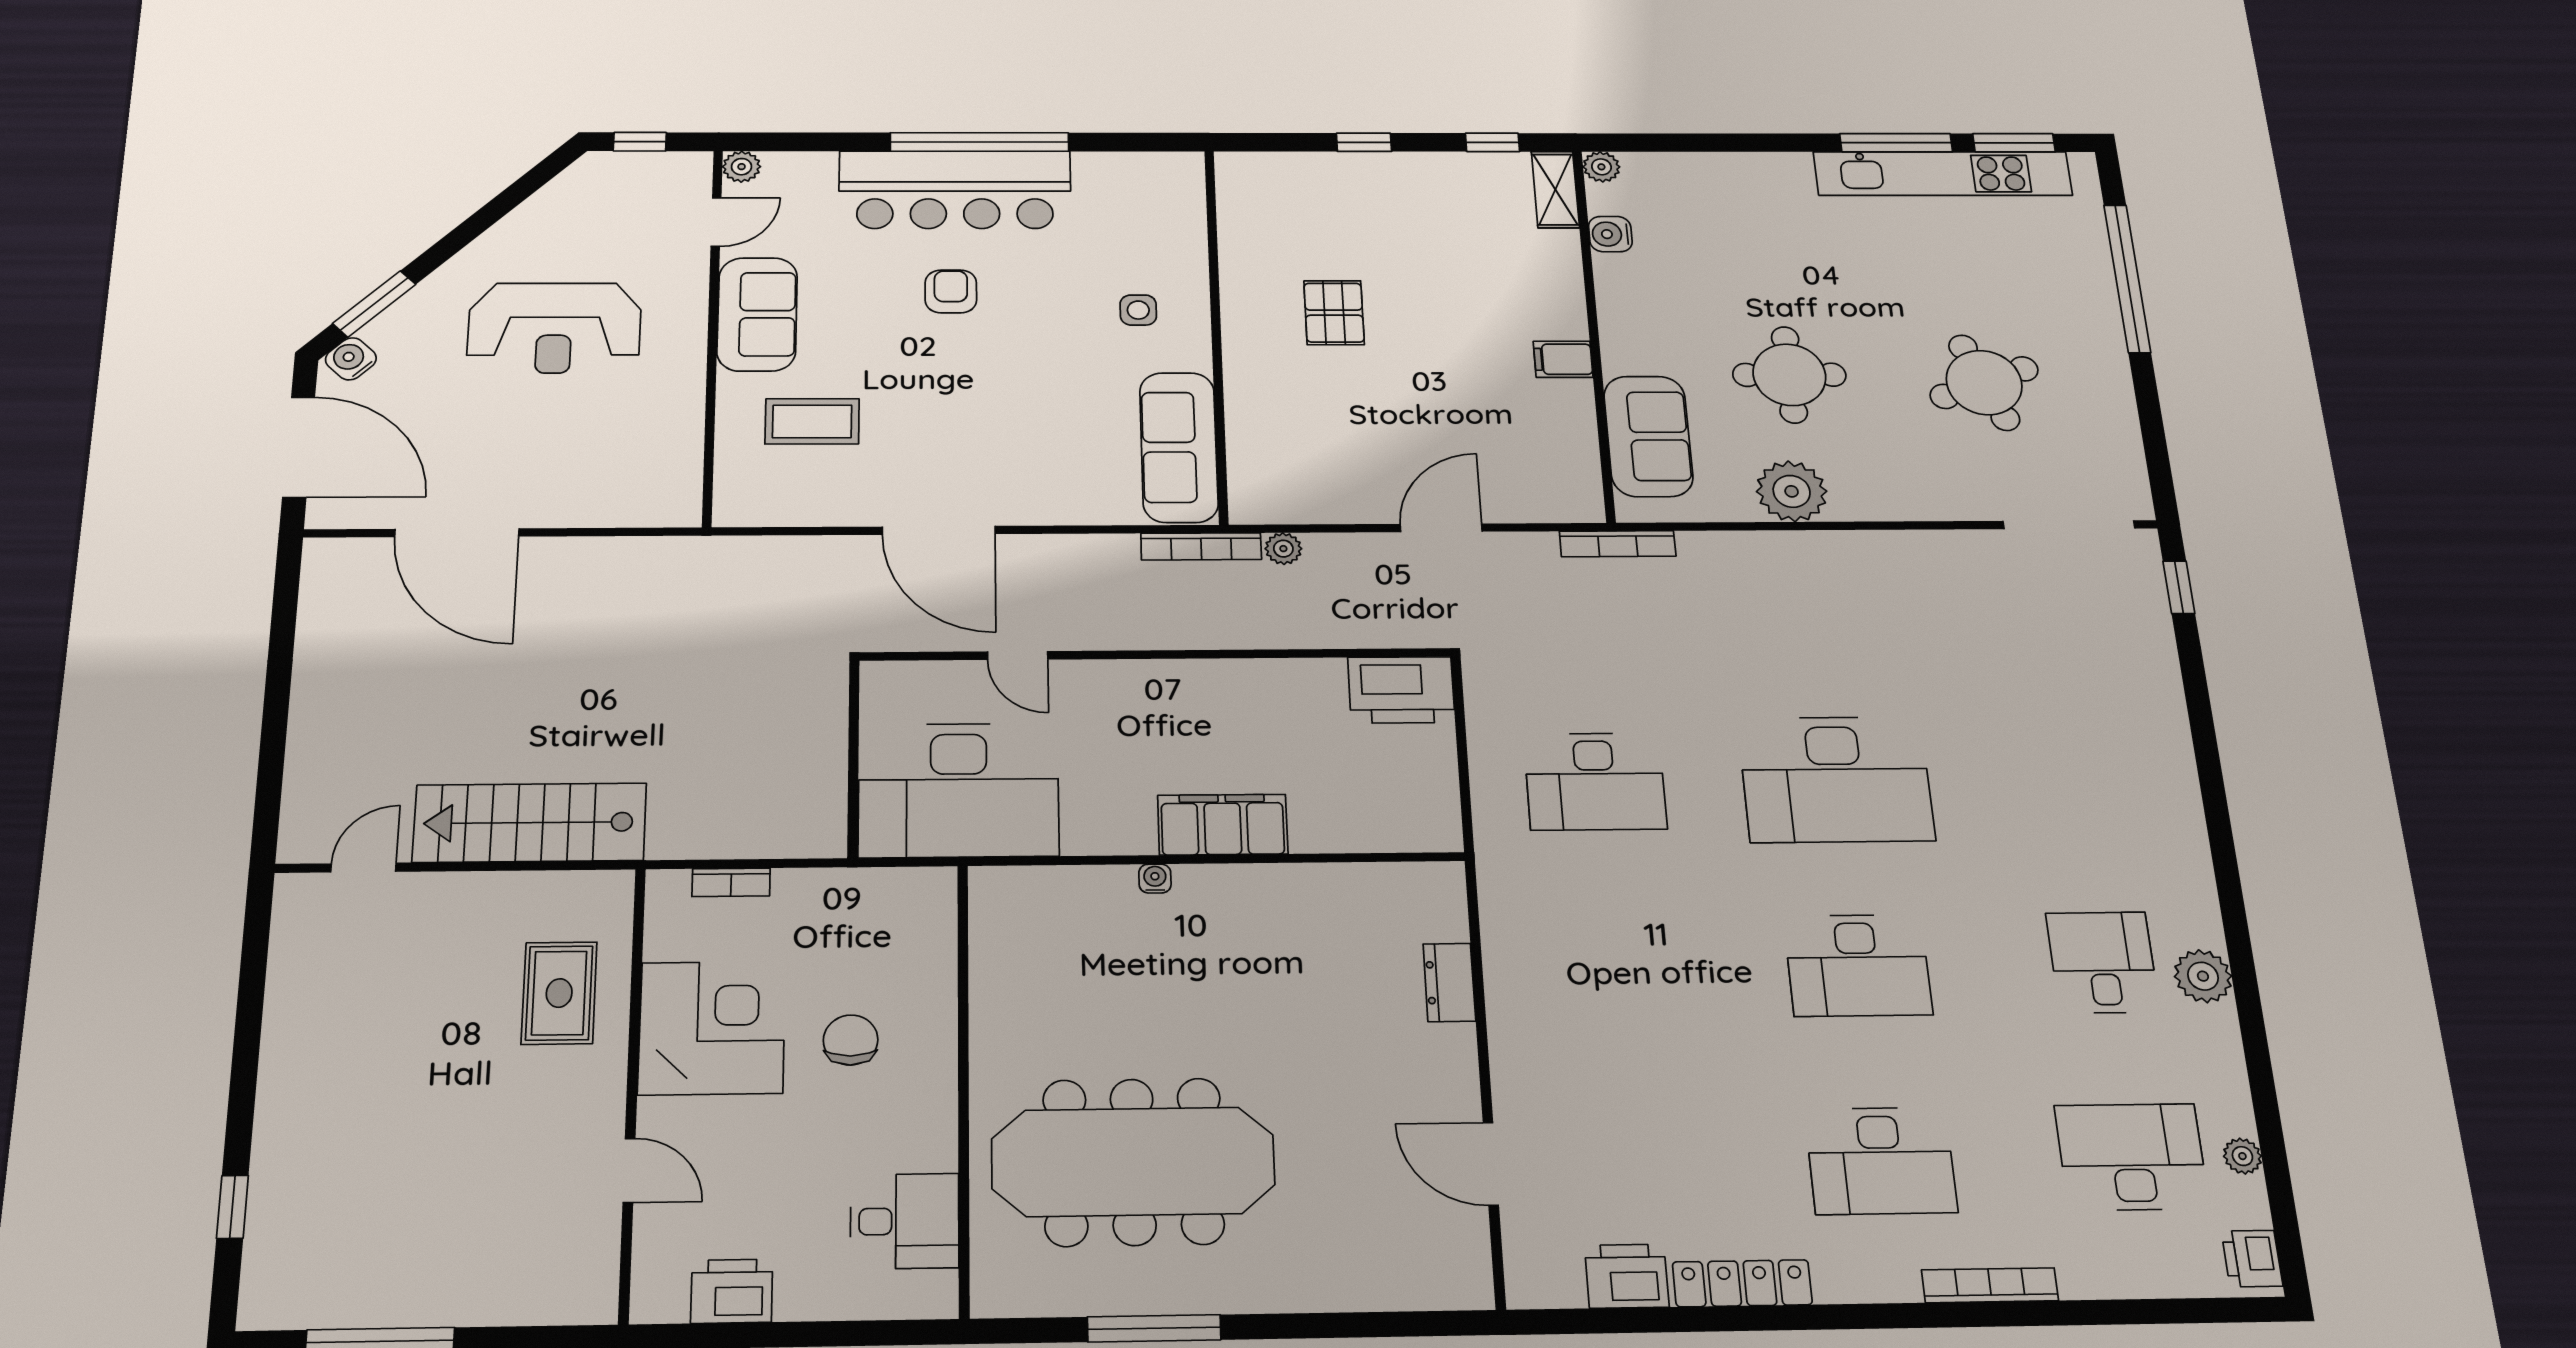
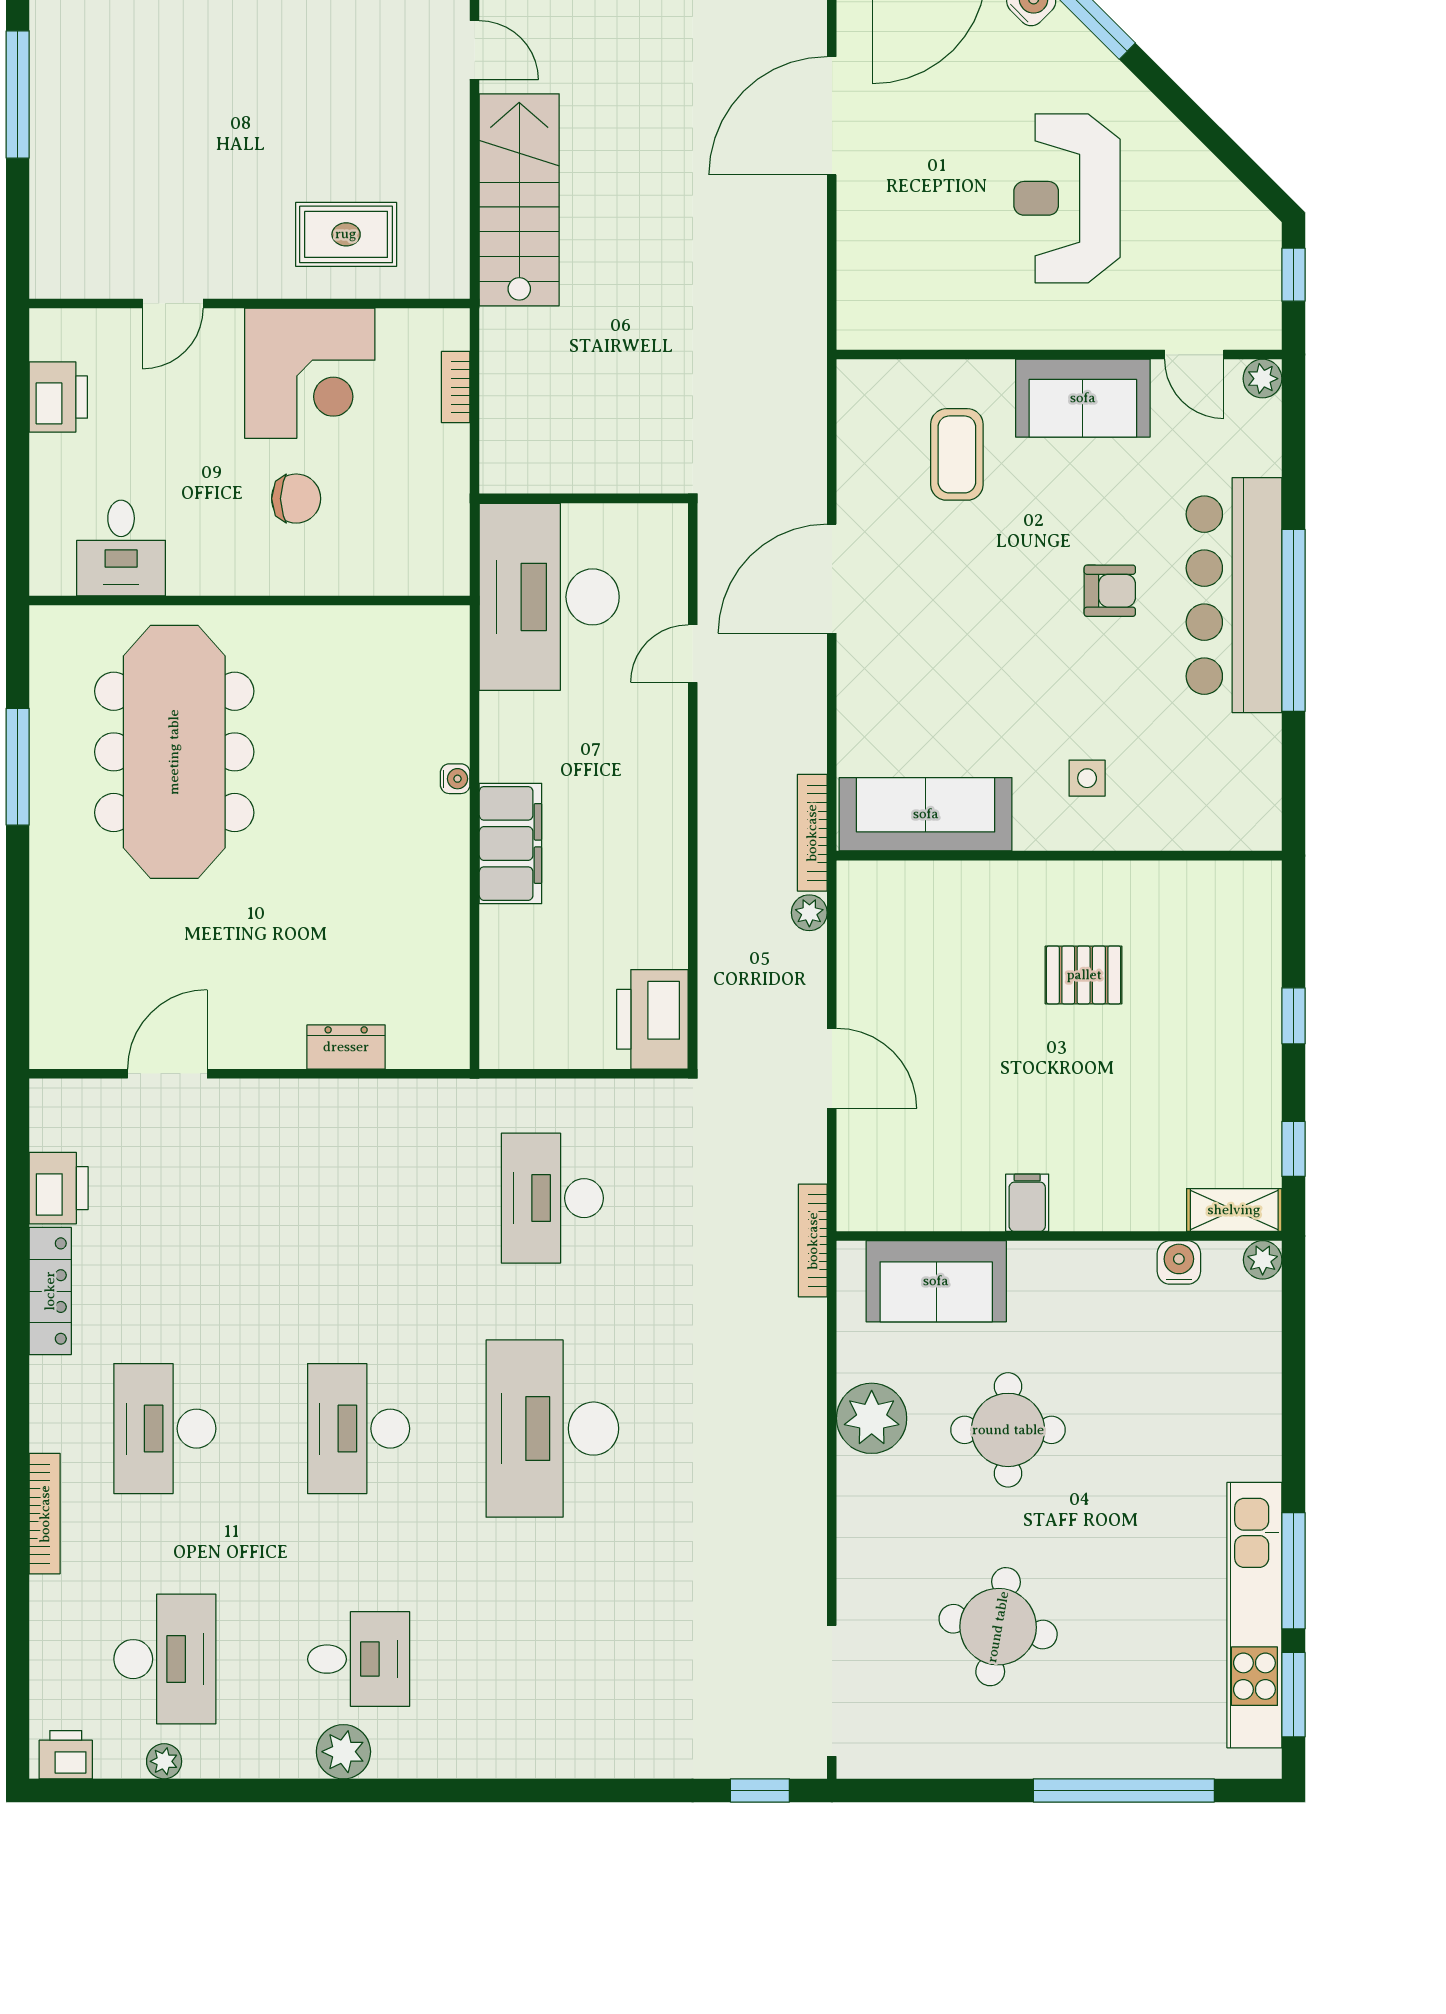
round table: (1984, 383) -> (998, 1627), turned 31

